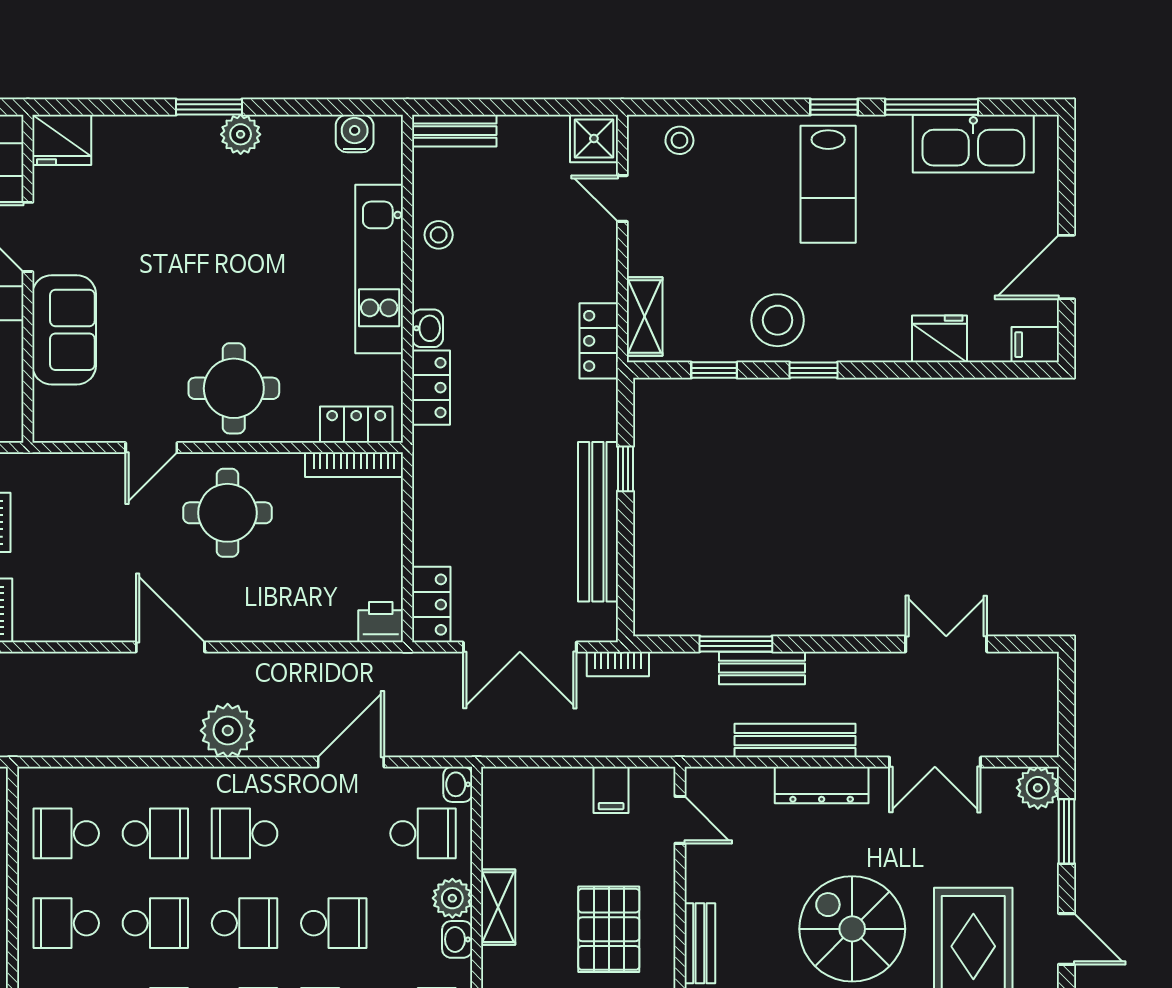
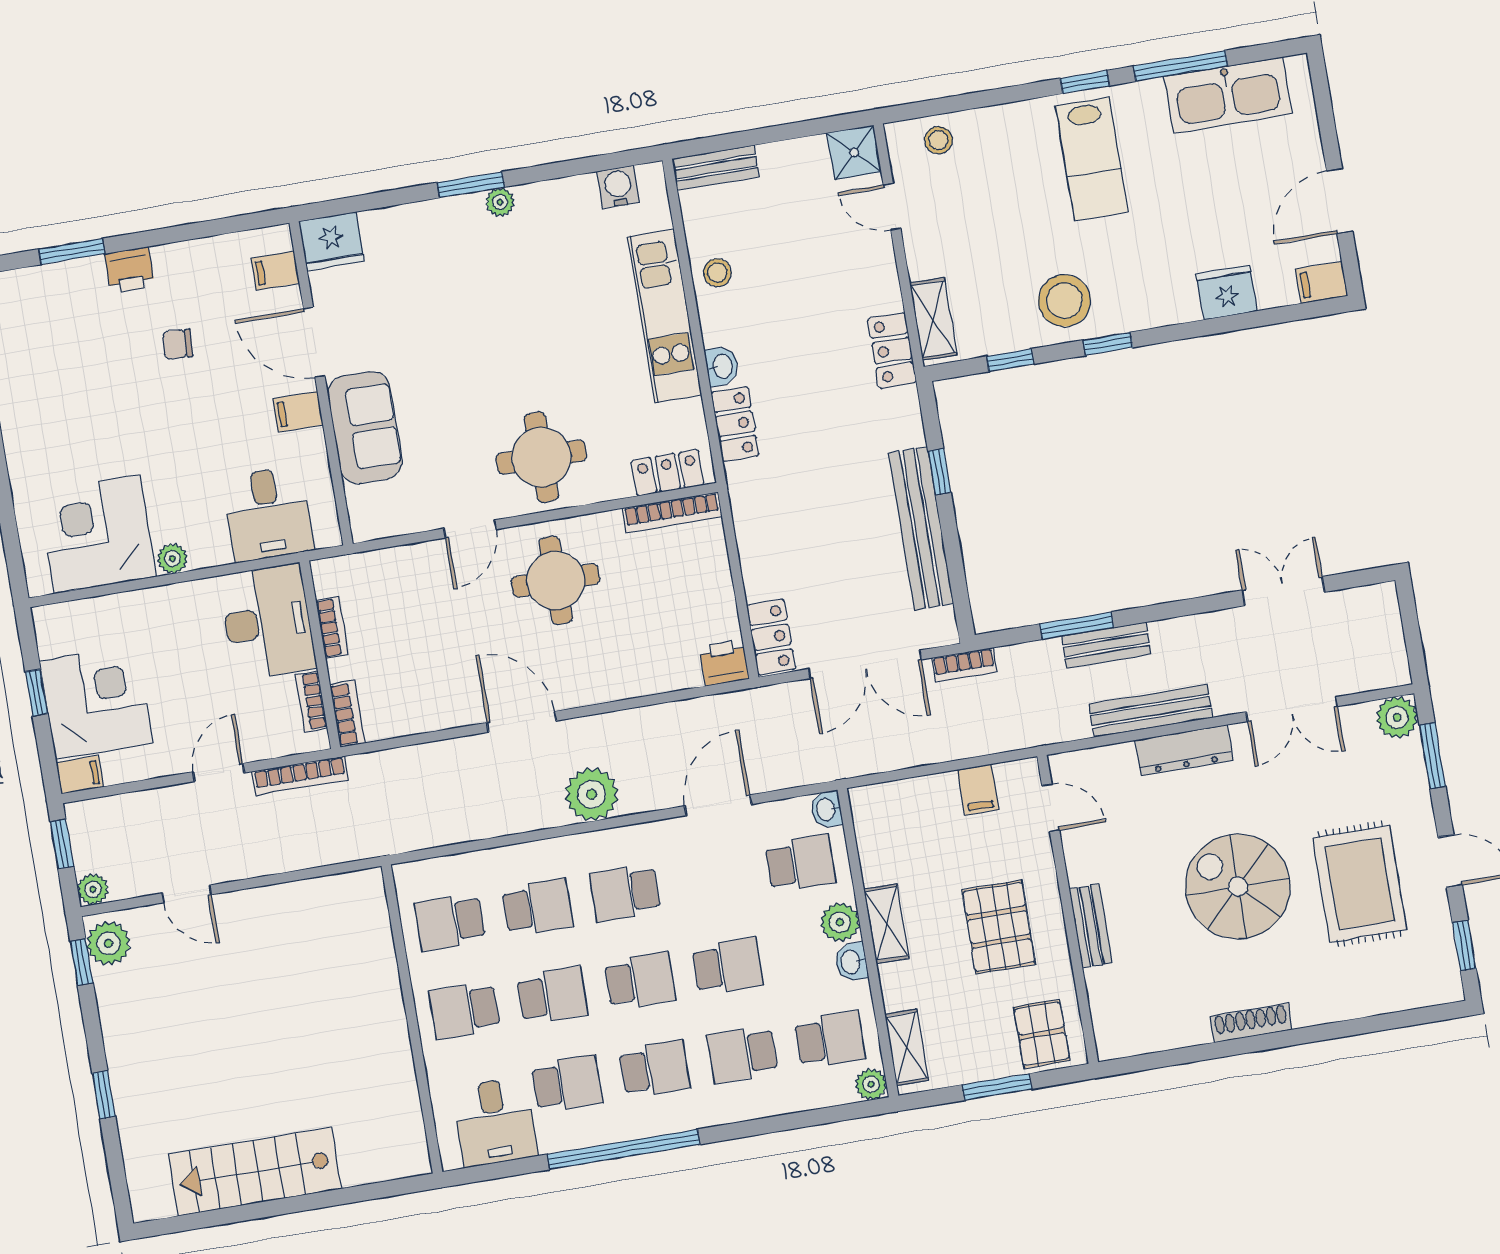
plant: (241, 134) -> (500, 202), width x0.73, depth x0.73

